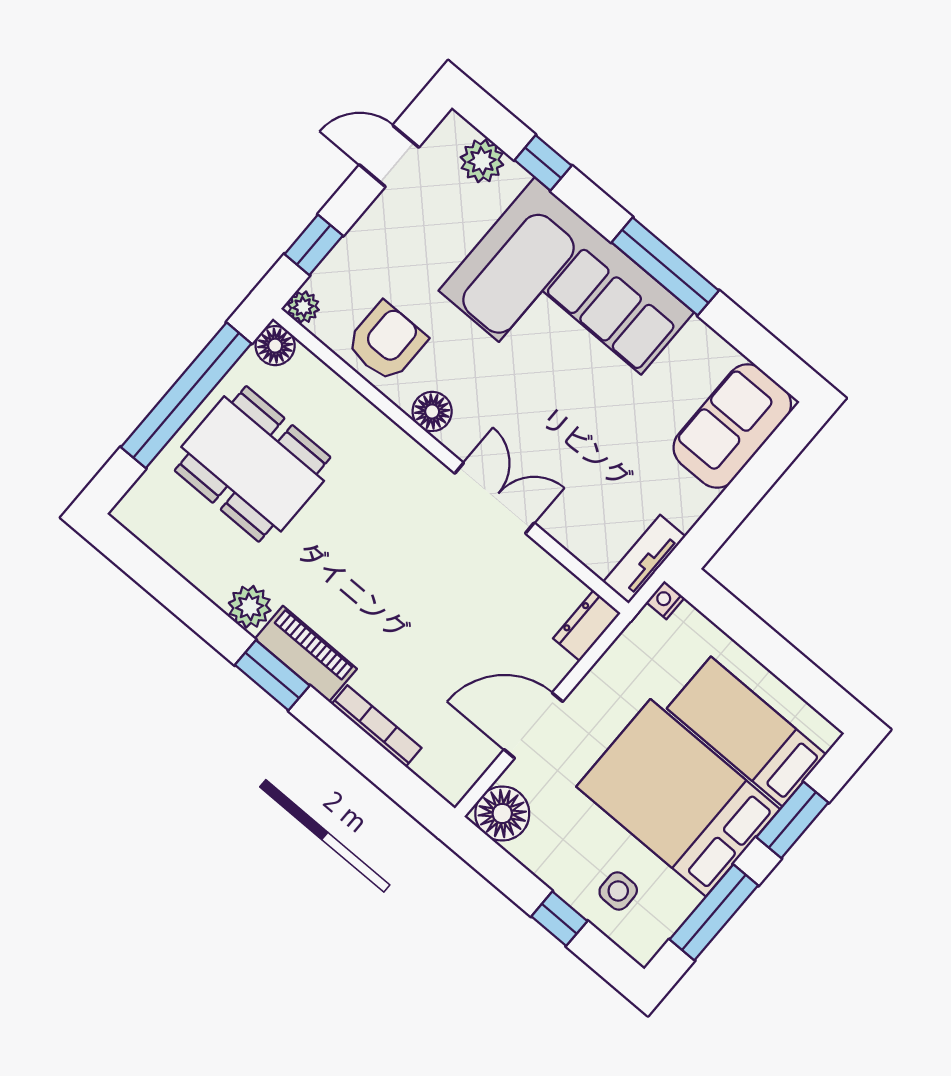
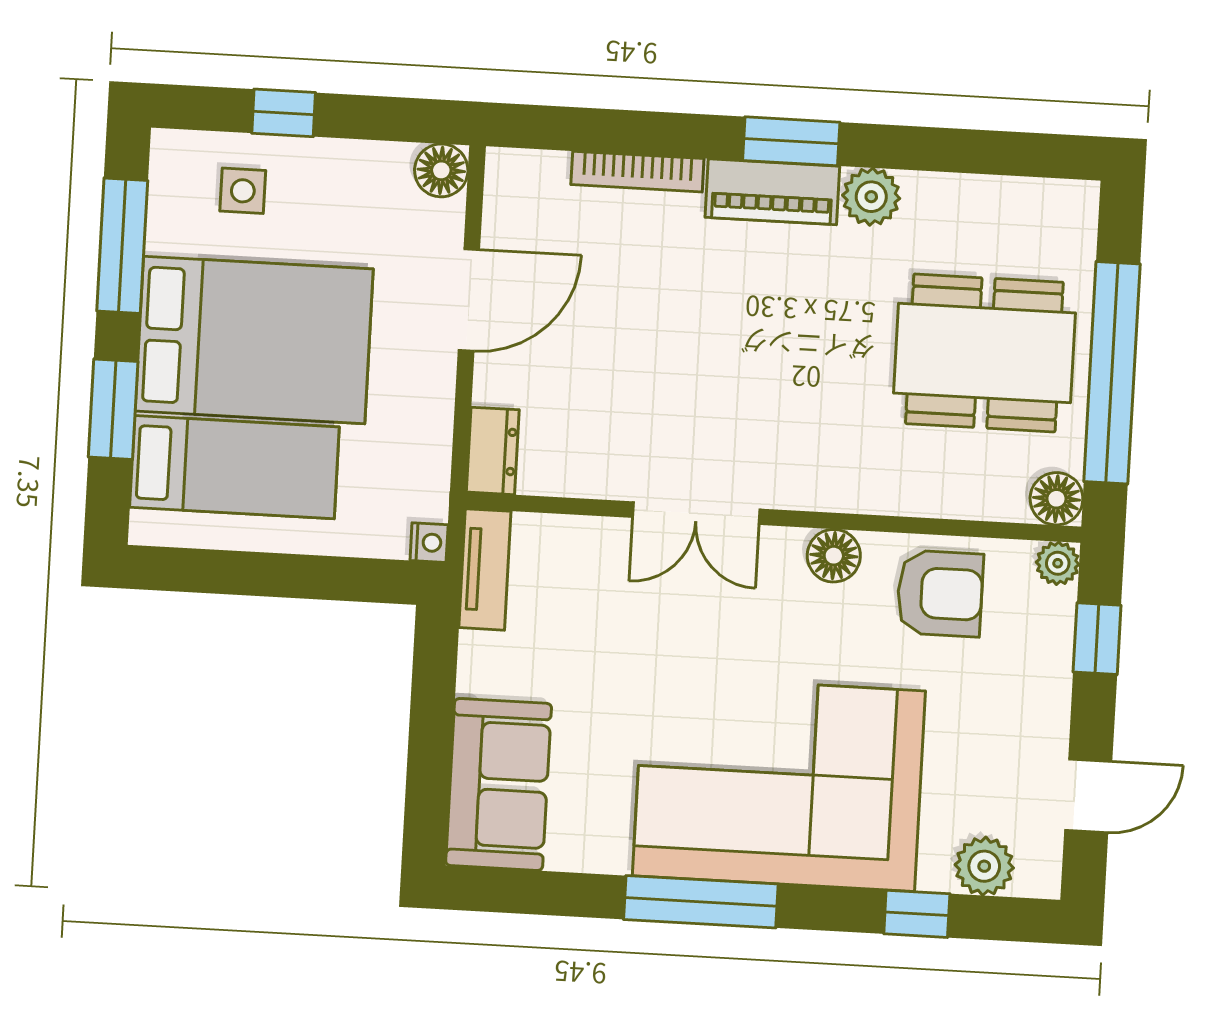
armchair: (386, 342) -> (940, 593), turned -90
floor lamp: (502, 814) -> (441, 170), width x0.73, depth x0.73

